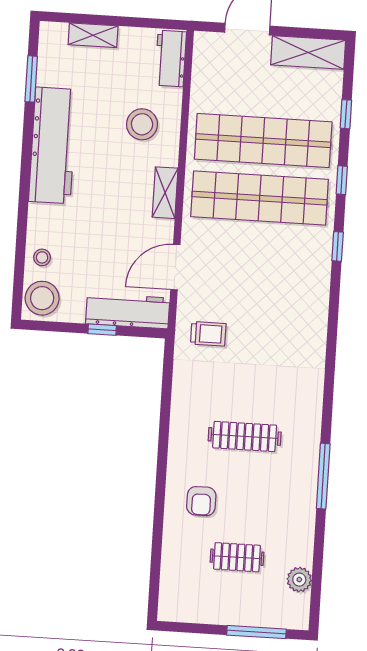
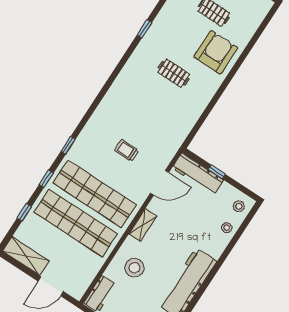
stool: (42, 298) -> (239, 206), width x0.53, depth x0.53
trolley: (208, 334) -> (127, 151), moved
clothes rail: (245, 436) -> (174, 73), width x0.73
window: (323, 476) -> (144, 29), width x0.46
armchair: (201, 501) -> (216, 52), width x1.88, depth x1.88

